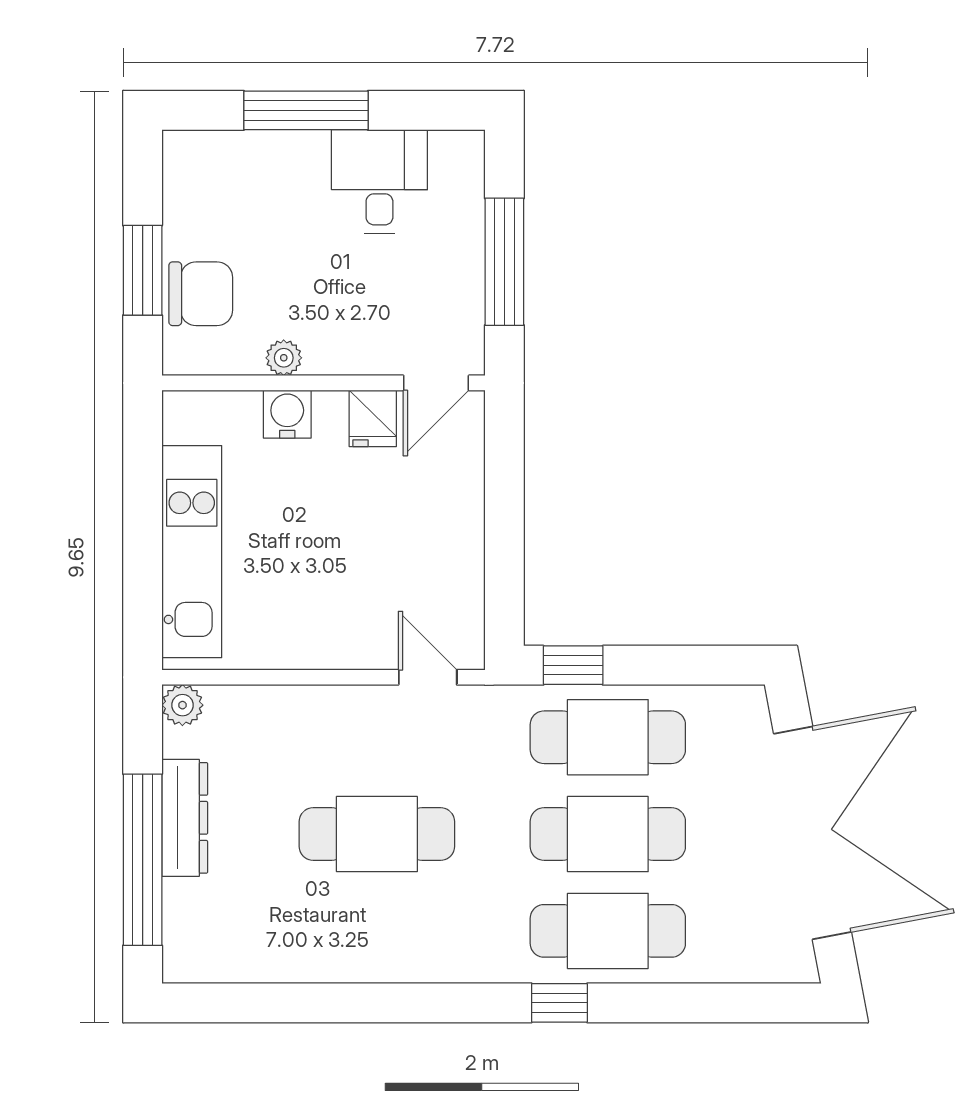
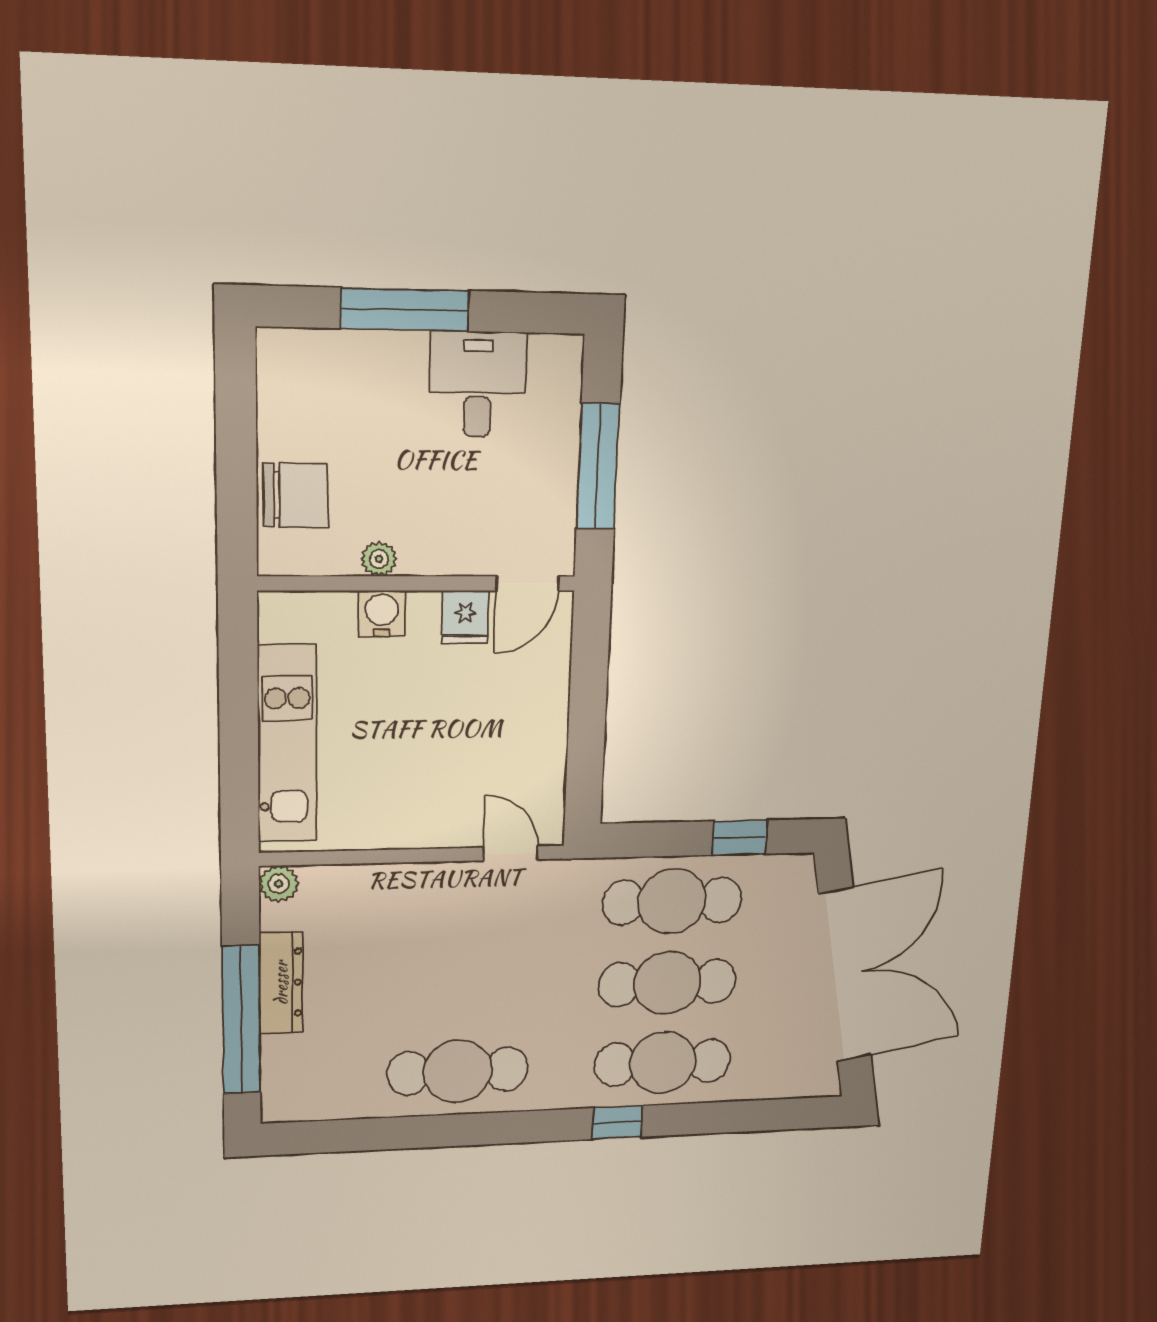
window: (143, 270) -> (236, 471), removed
window: (573, 665) -> (740, 838), moved
cafe table: (377, 834) -> (458, 1071), moved

